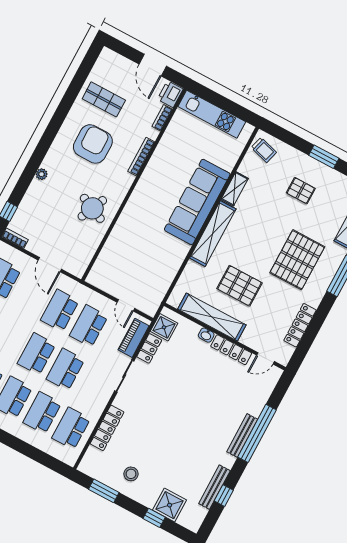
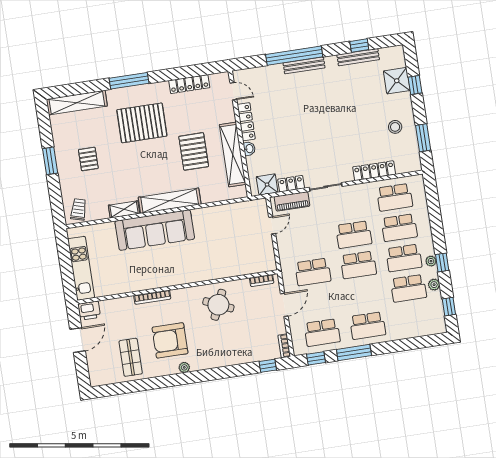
bookcase: (162, 118) -> (262, 281), moved
plant: (42, 174) -> (184, 367), moved
school desk: (89, 326) -> (308, 242), removed

